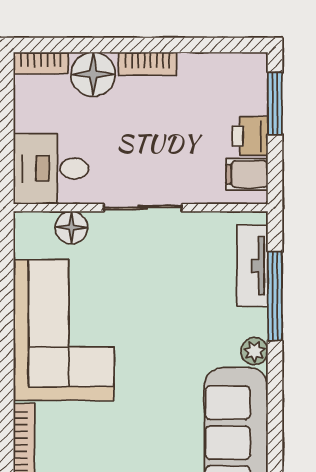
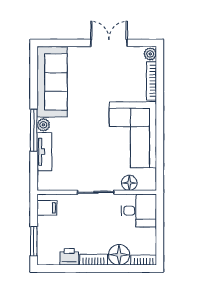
printer: (250, 136) -> (69, 257), moved, turned -90
tv unit: (252, 266) -> (44, 152), moved
window: (275, 296) -> (34, 130), moved

